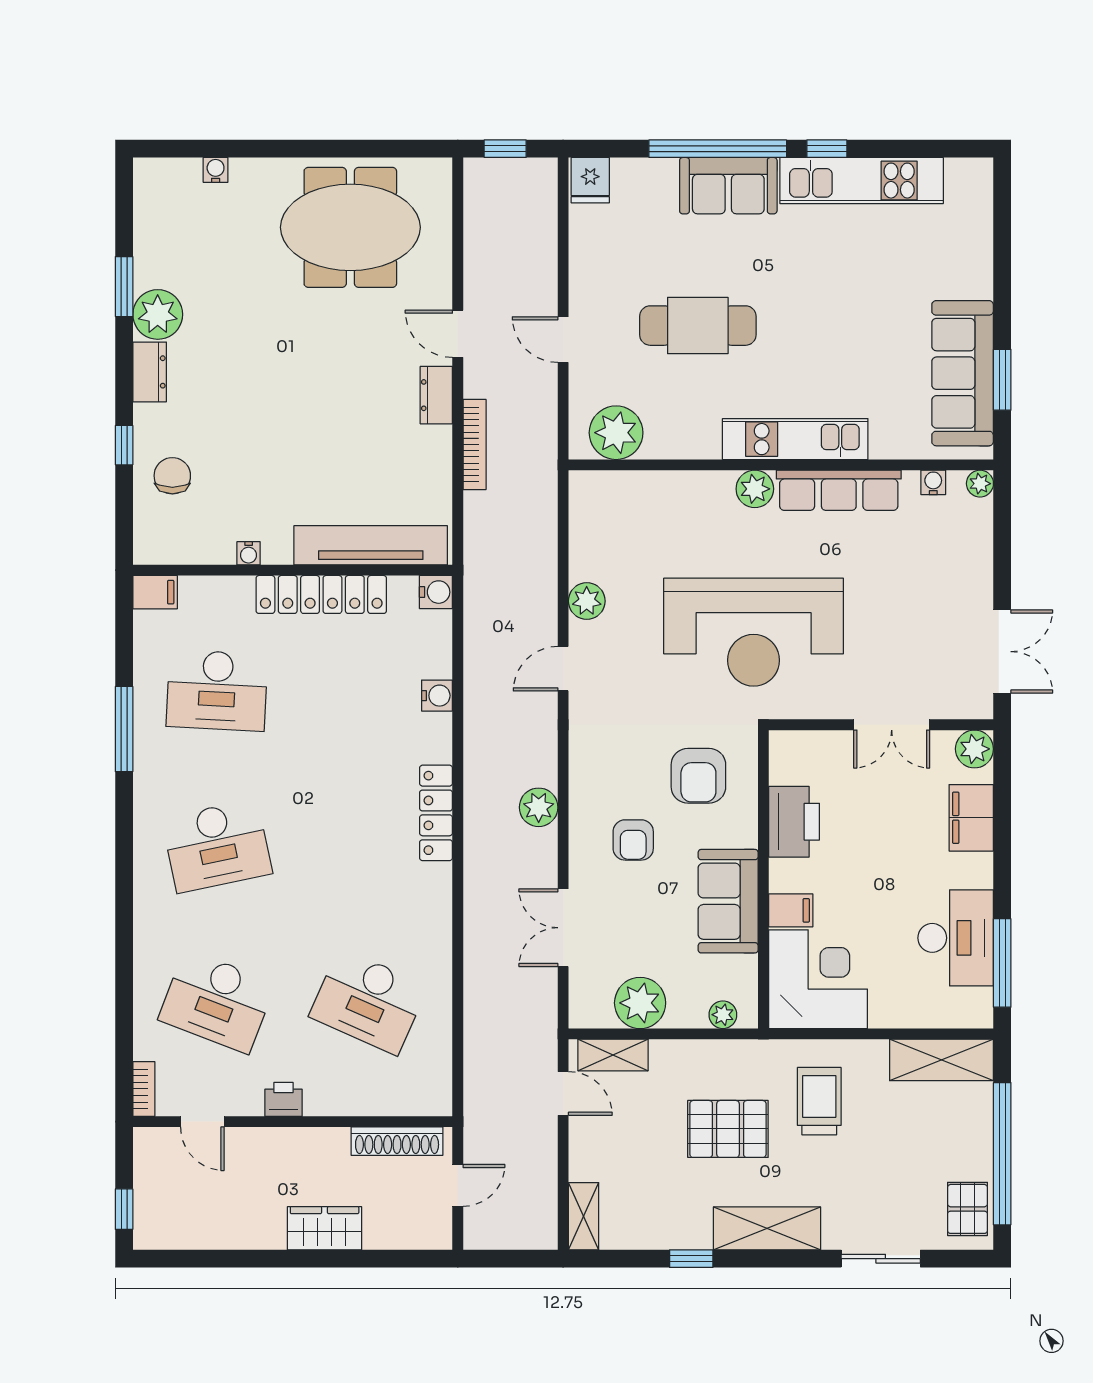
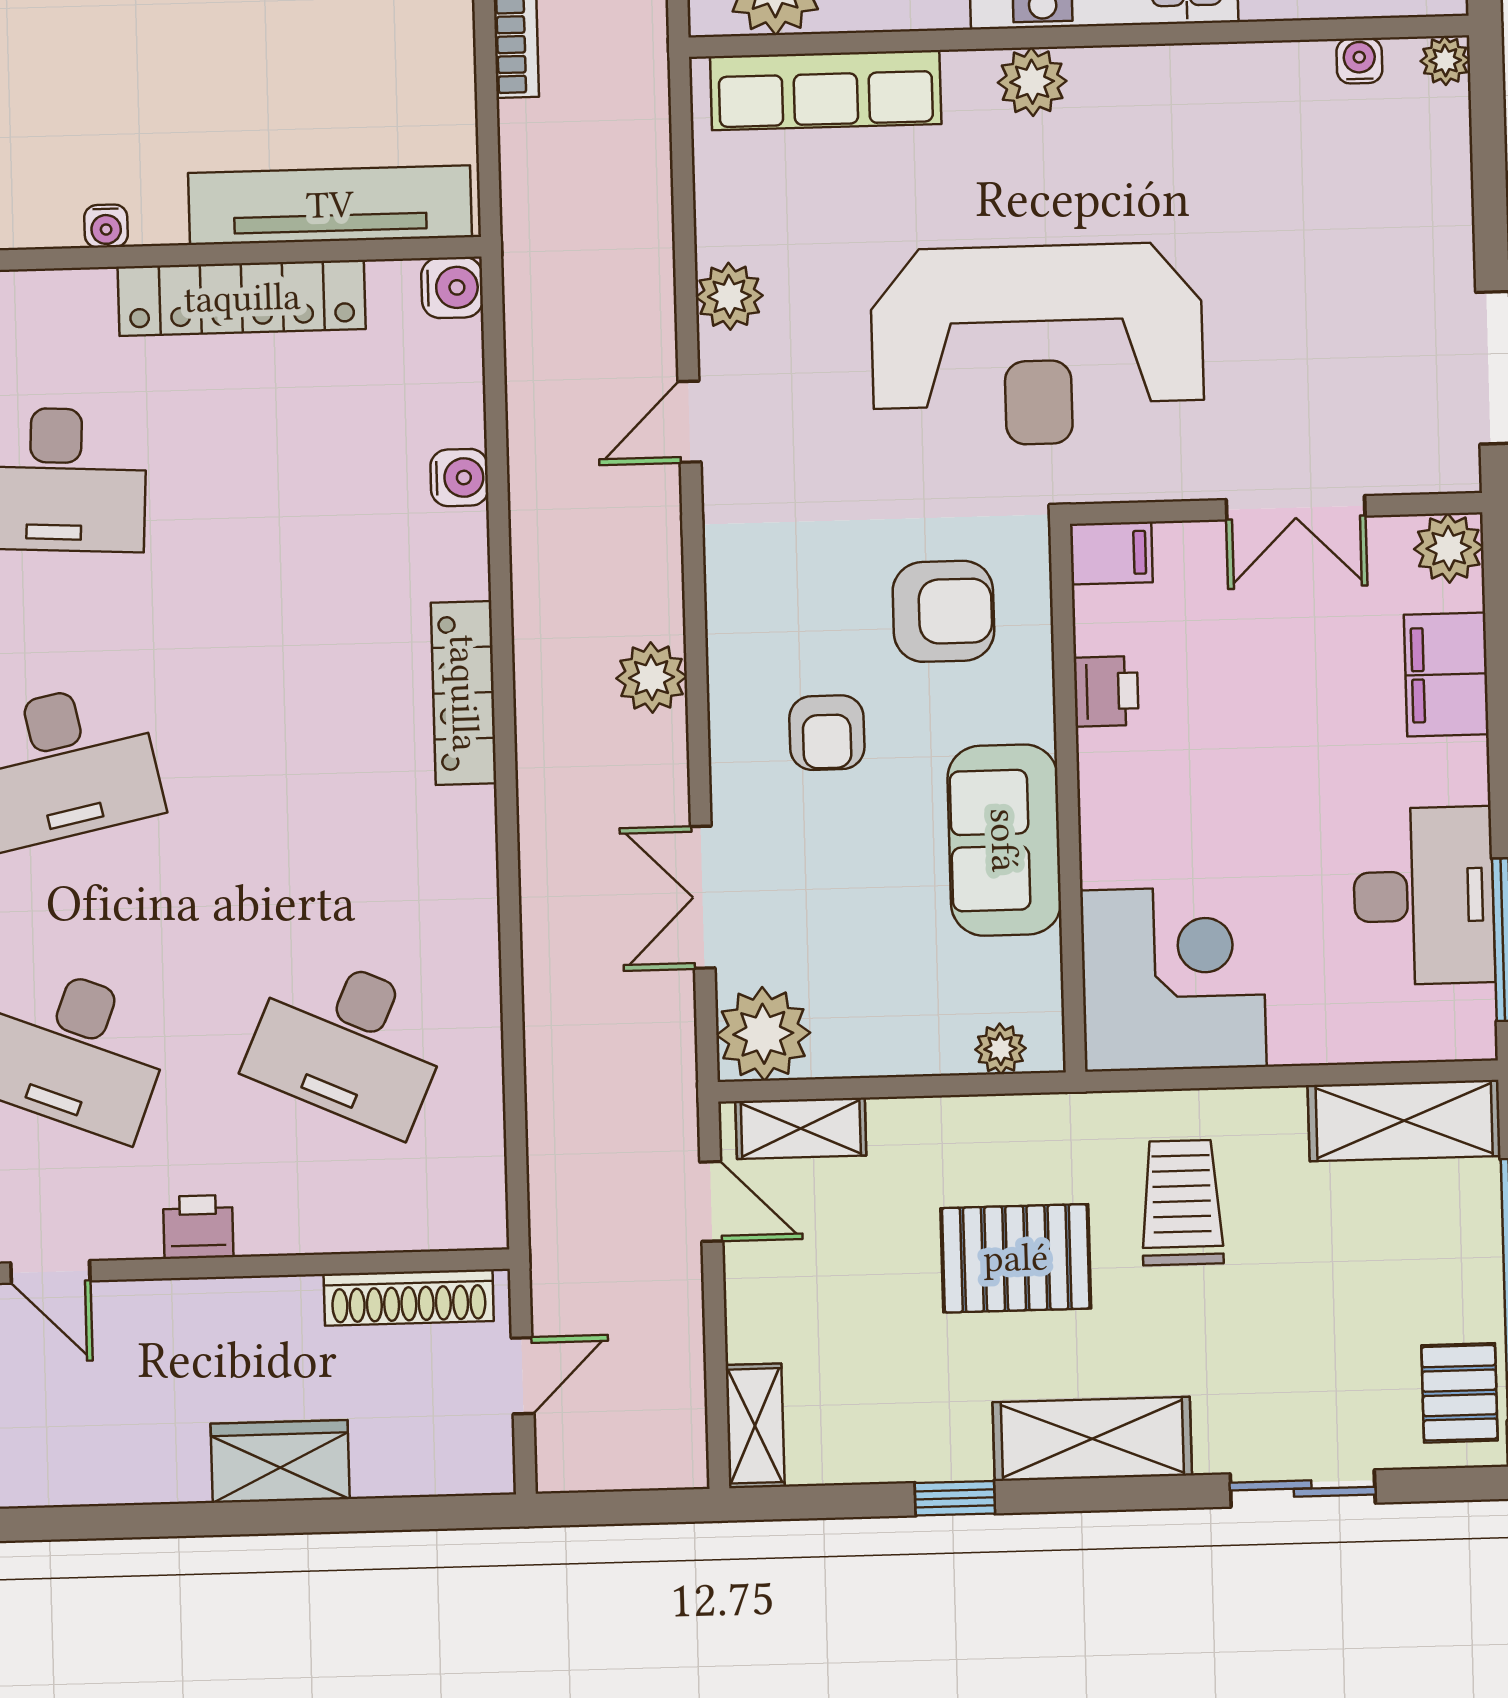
row of seats: (839, 490) -> (826, 90), moved
armchair: (698, 776) -> (943, 611), turned -90
printer: (794, 822) -> (1106, 691), width x0.53, depth x0.68
filing cabinet: (791, 910) -> (1111, 553), moved
plant: (640, 1003) -> (763, 1034), moved

